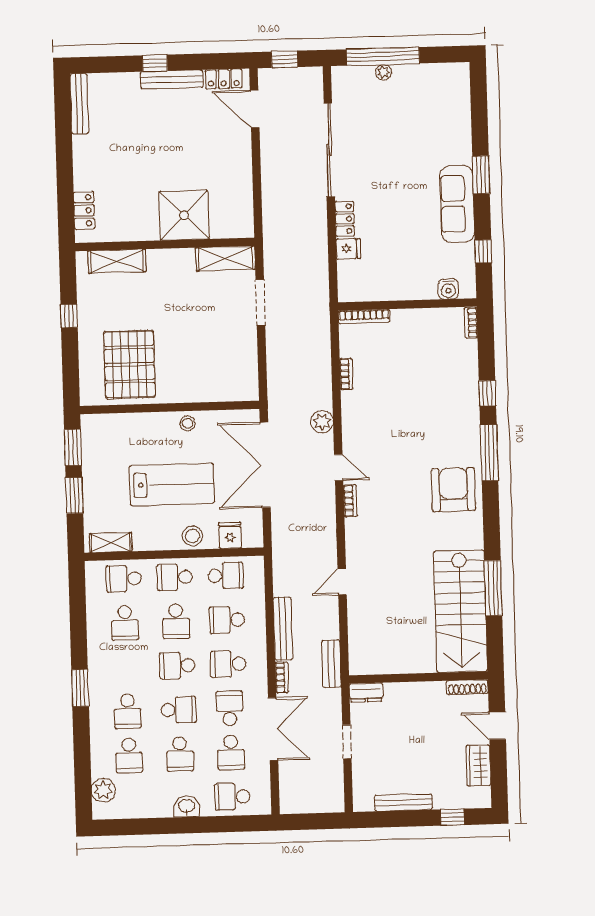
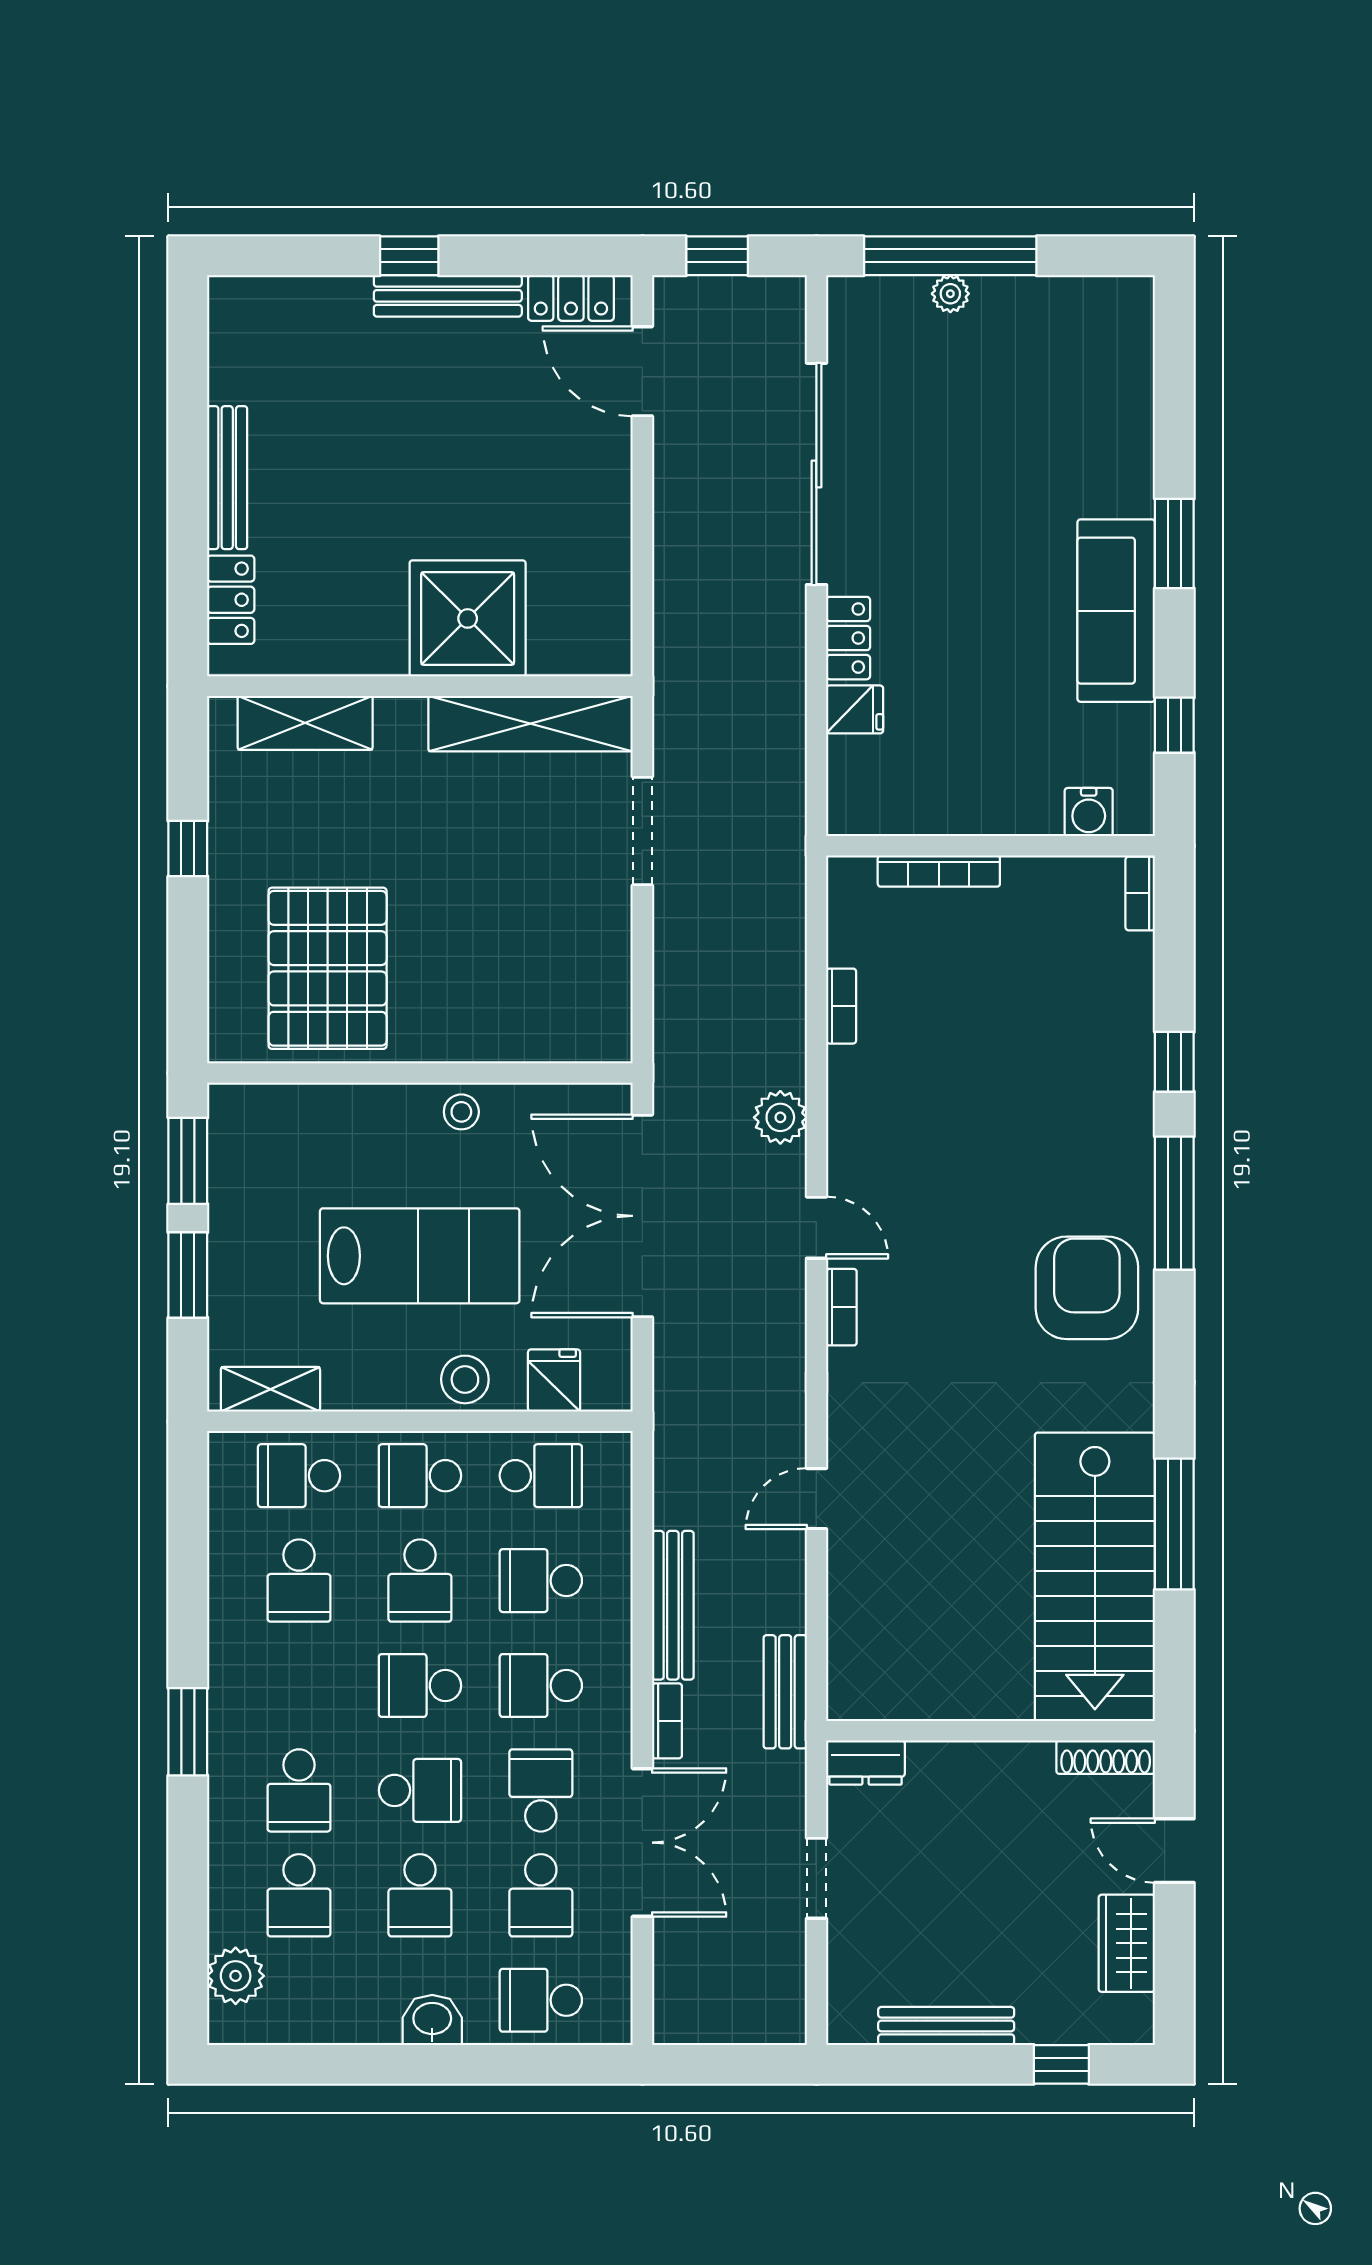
bench: (79, 104) -> (227, 478), moved
shelving: (226, 258) -> (530, 724), width x1.47
bookcase: (364, 316) -> (939, 871), moved

